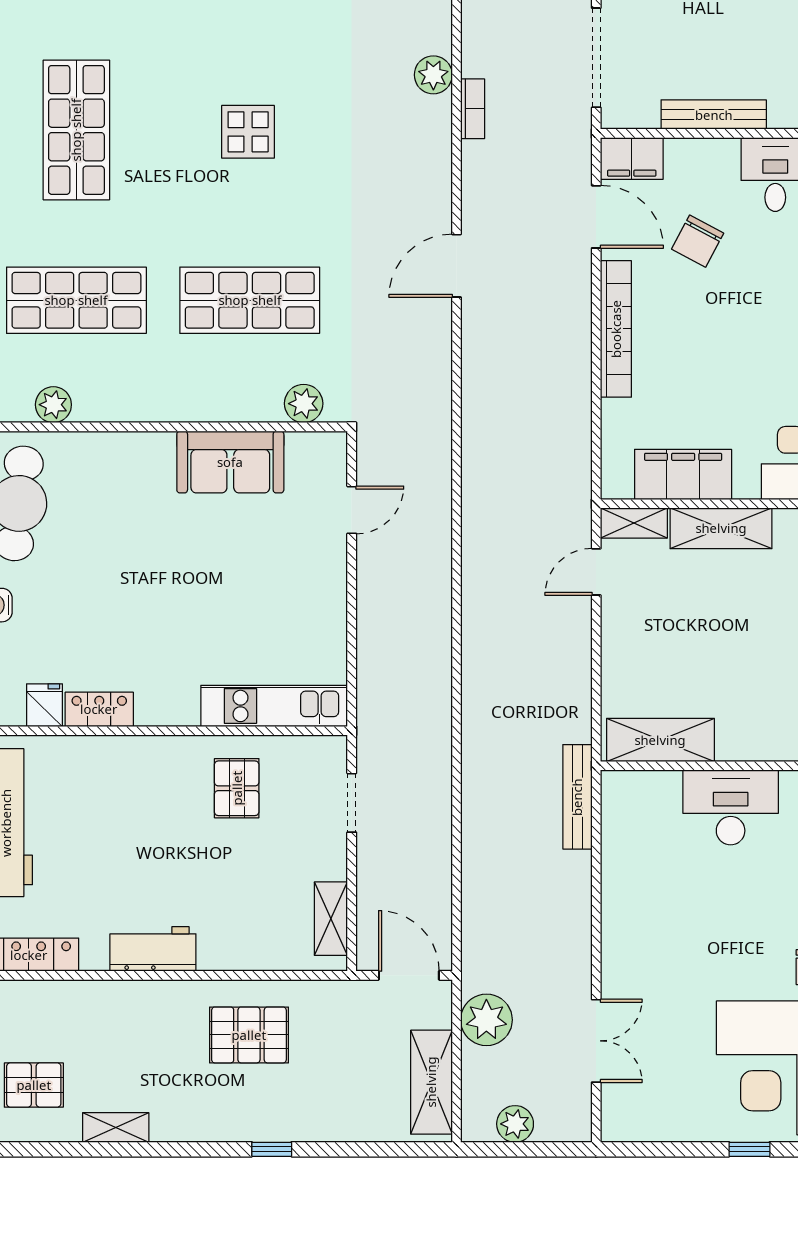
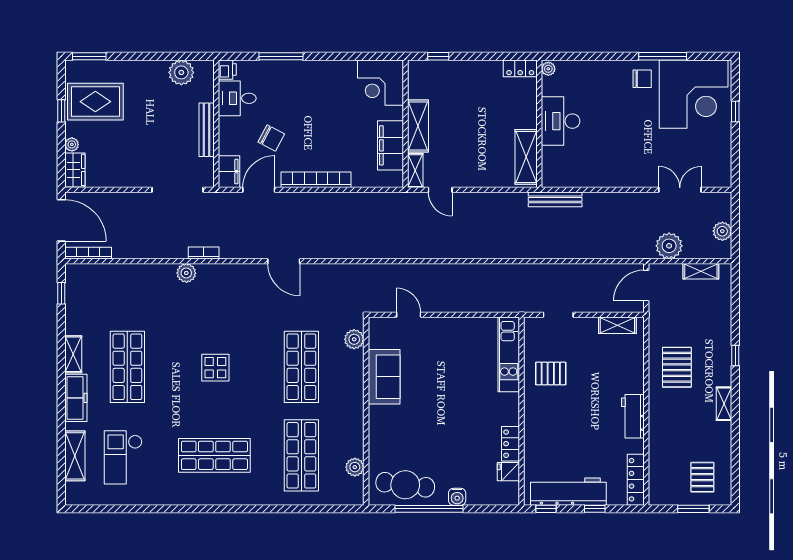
shelving: (431, 1082) -> (701, 271), width x0.67, depth x0.75
shelving: (116, 1127) -> (724, 404), moved

